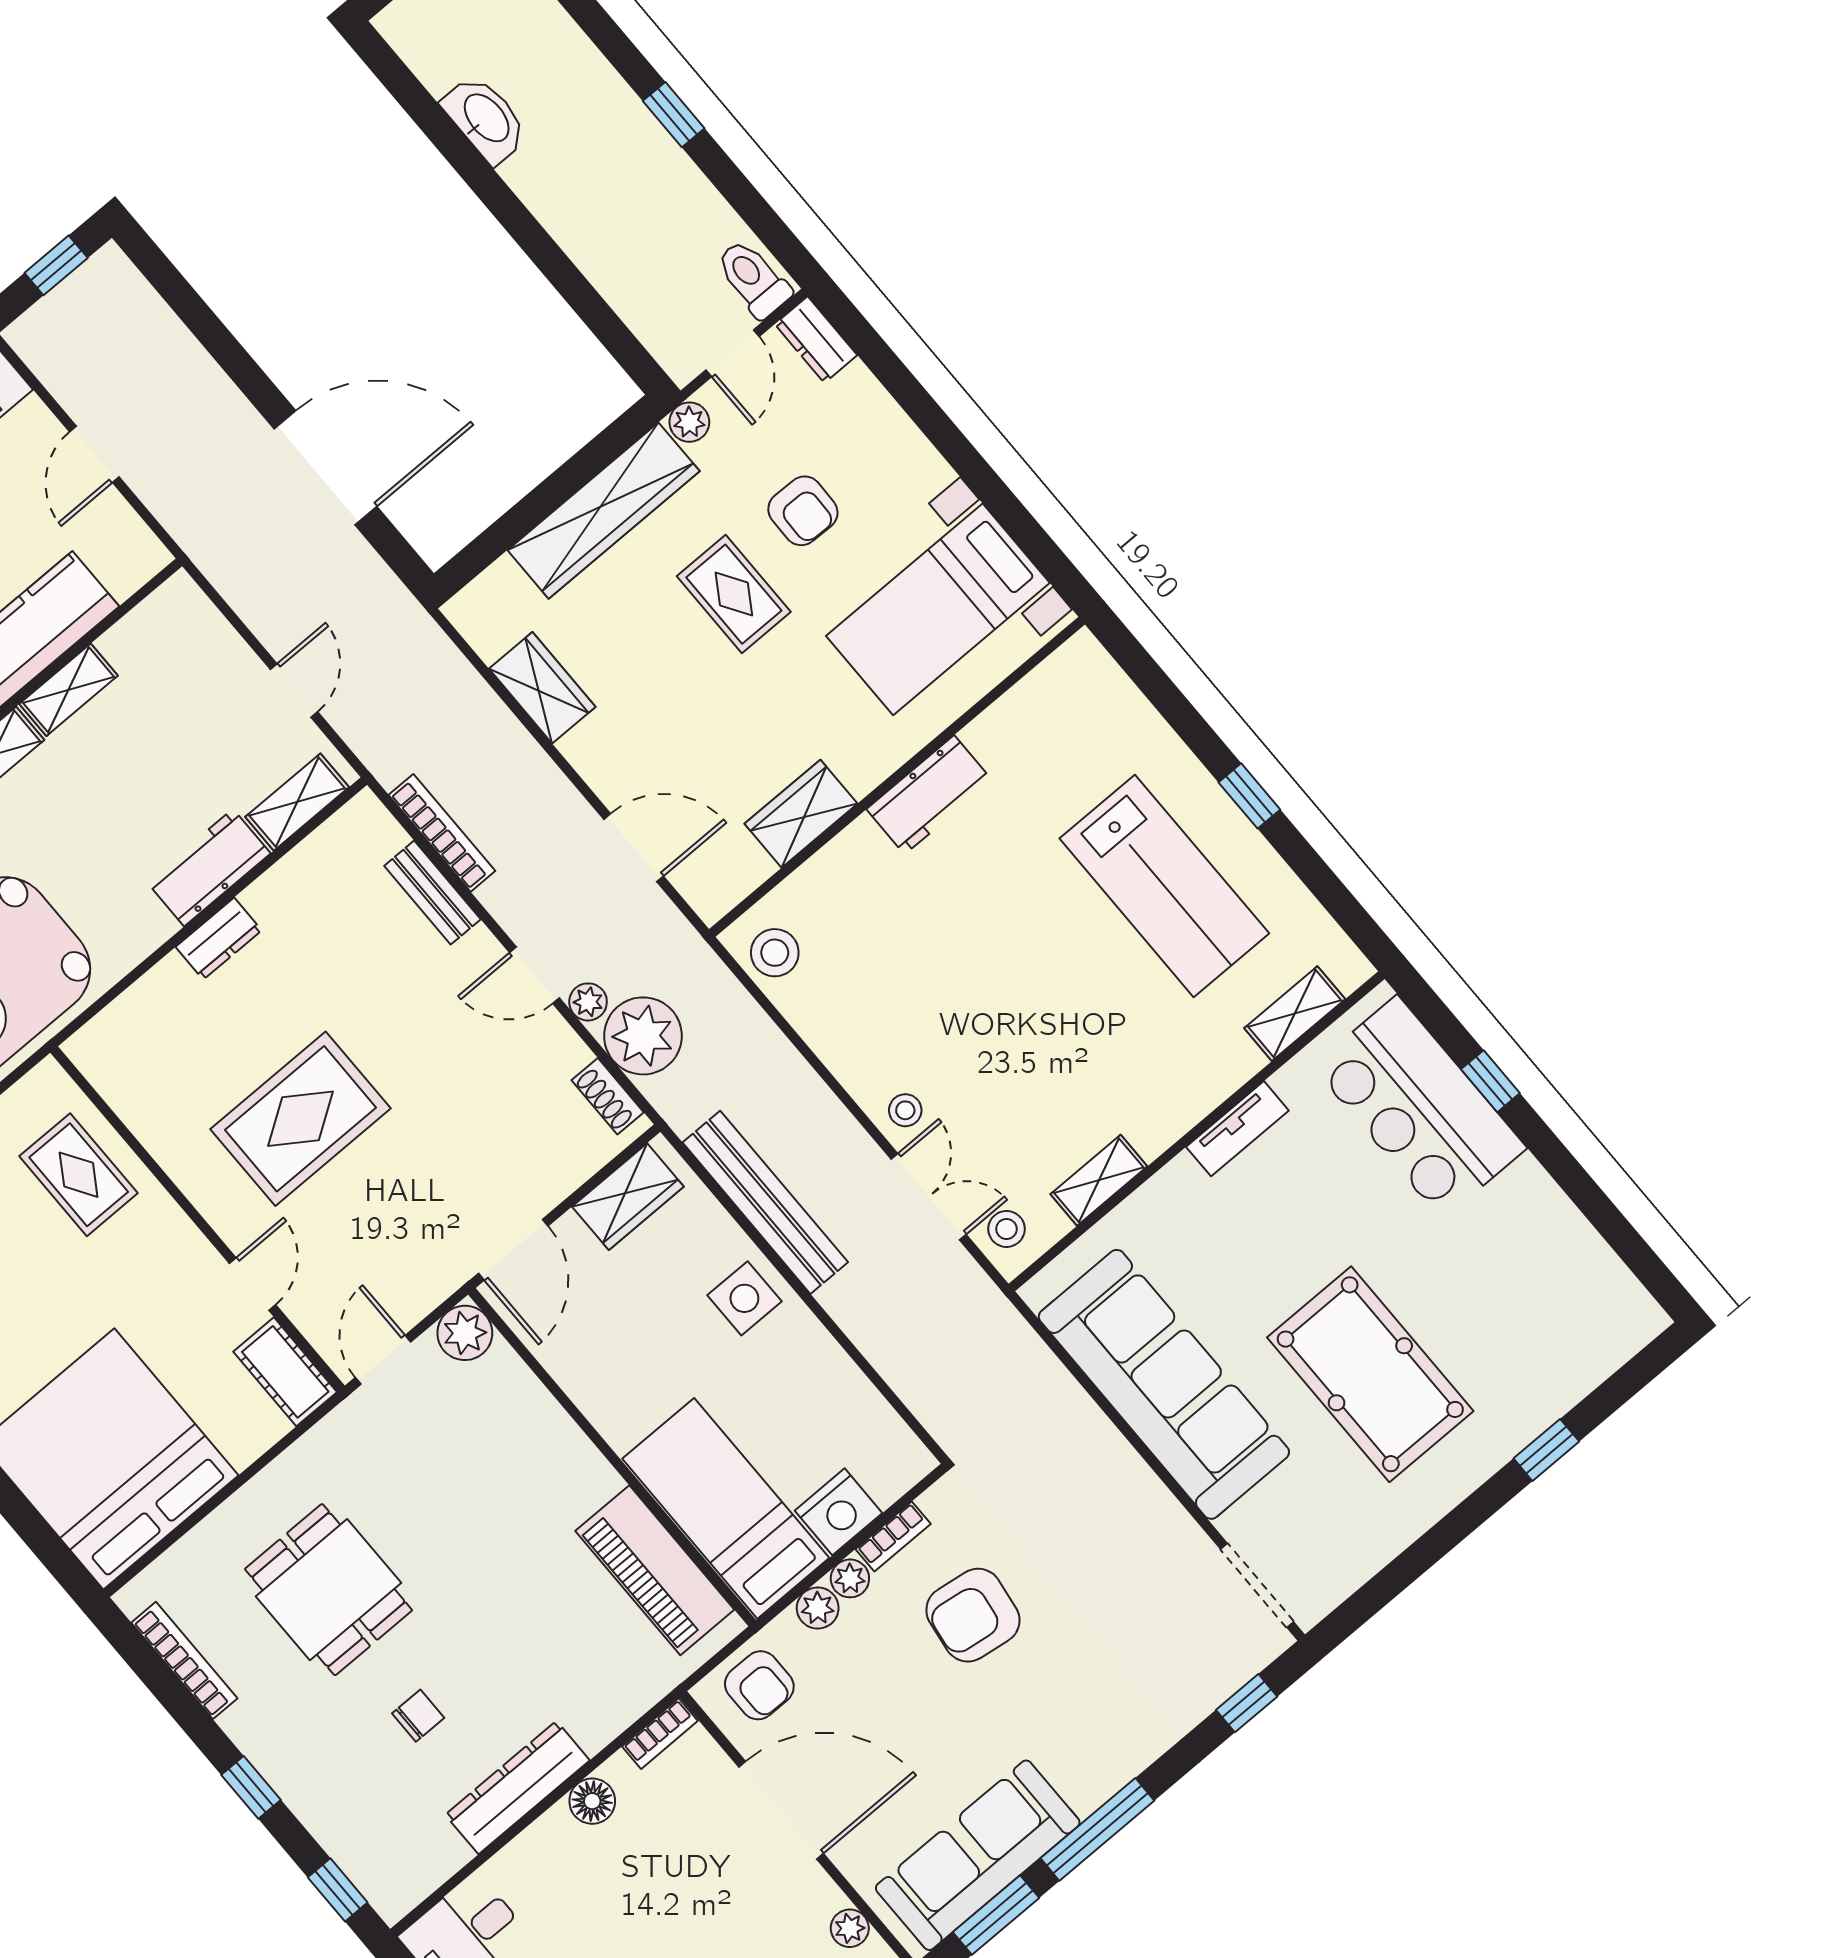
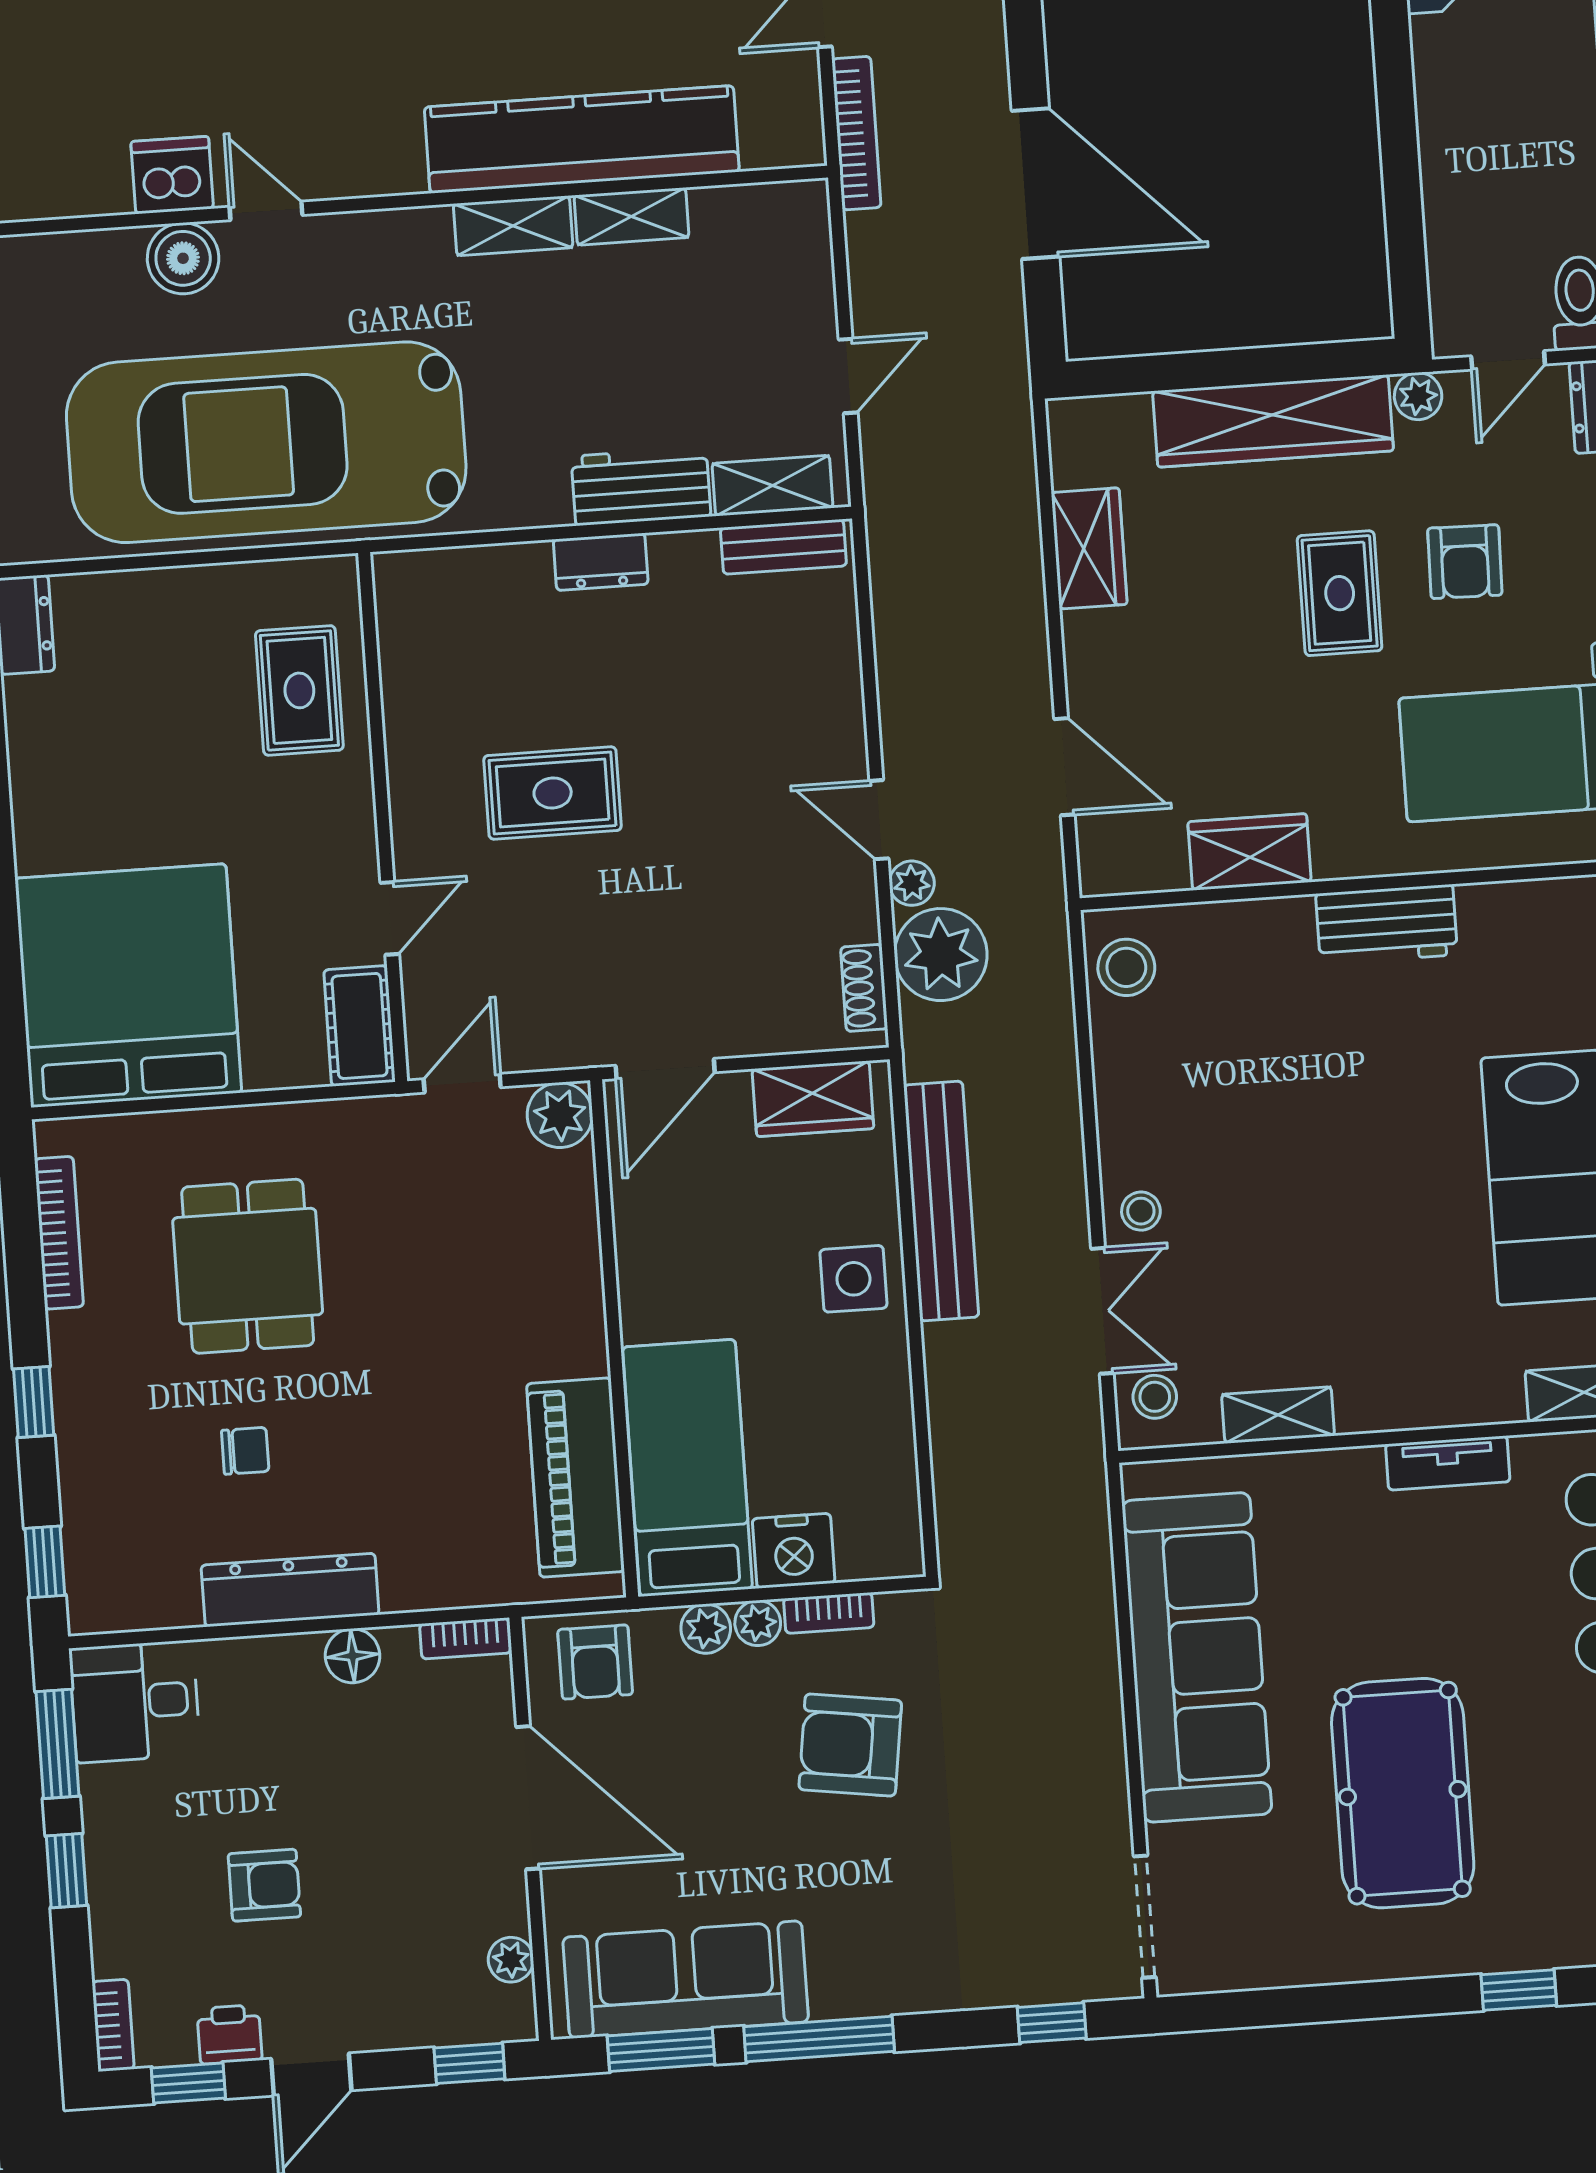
bookcase: (442, 833) -> (856, 133), moved
bench: (432, 893) -> (783, 547), moved, turned 90
rug: (300, 1119) -> (553, 793), width x0.73, depth x0.70

